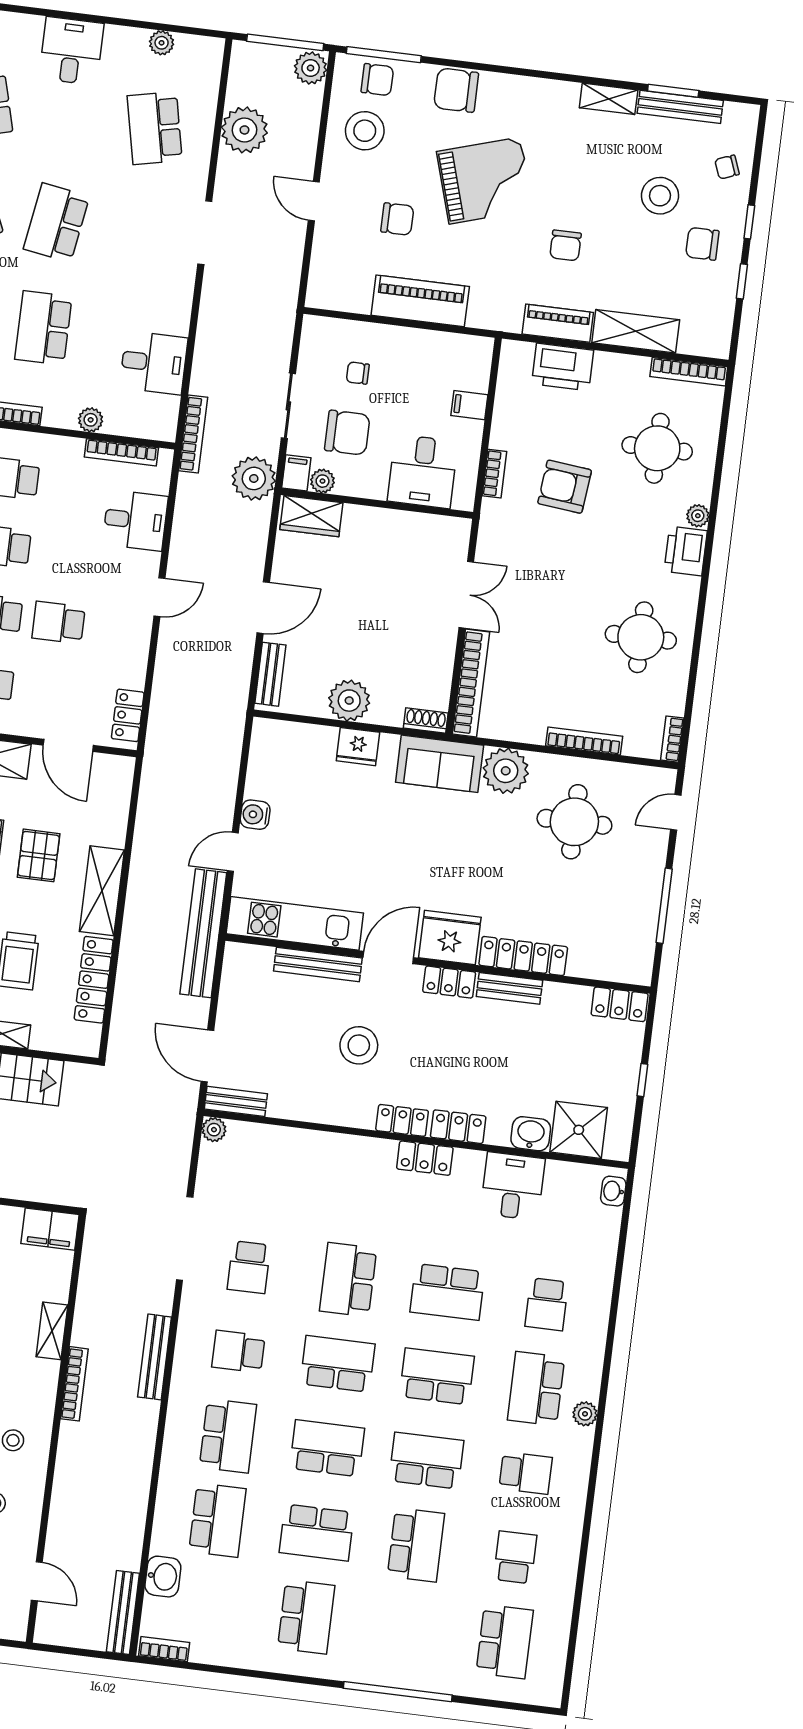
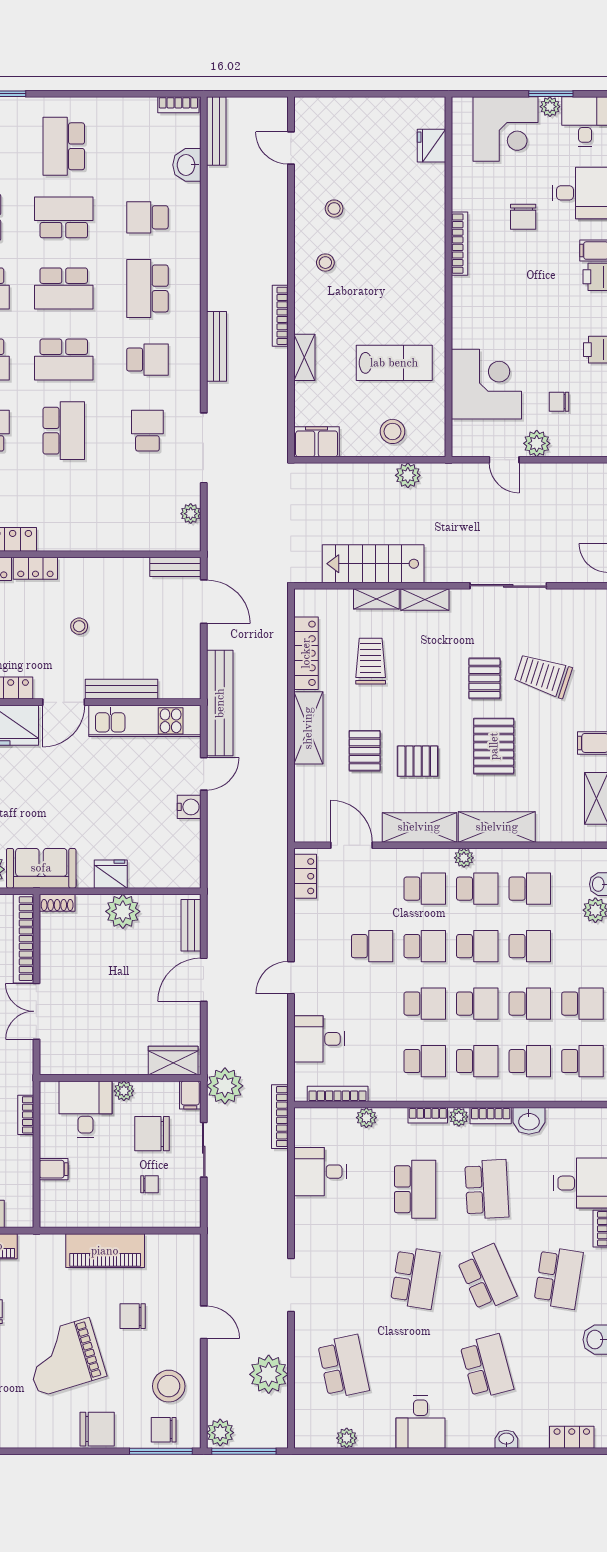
plant: (323, 481) -> (124, 1091), moved
stool: (359, 1045) -> (79, 626), width x0.53, depth x0.53
plant: (214, 1130) -> (191, 514), moved
school desk: (217, 1520) -> (147, 217), width x0.54

